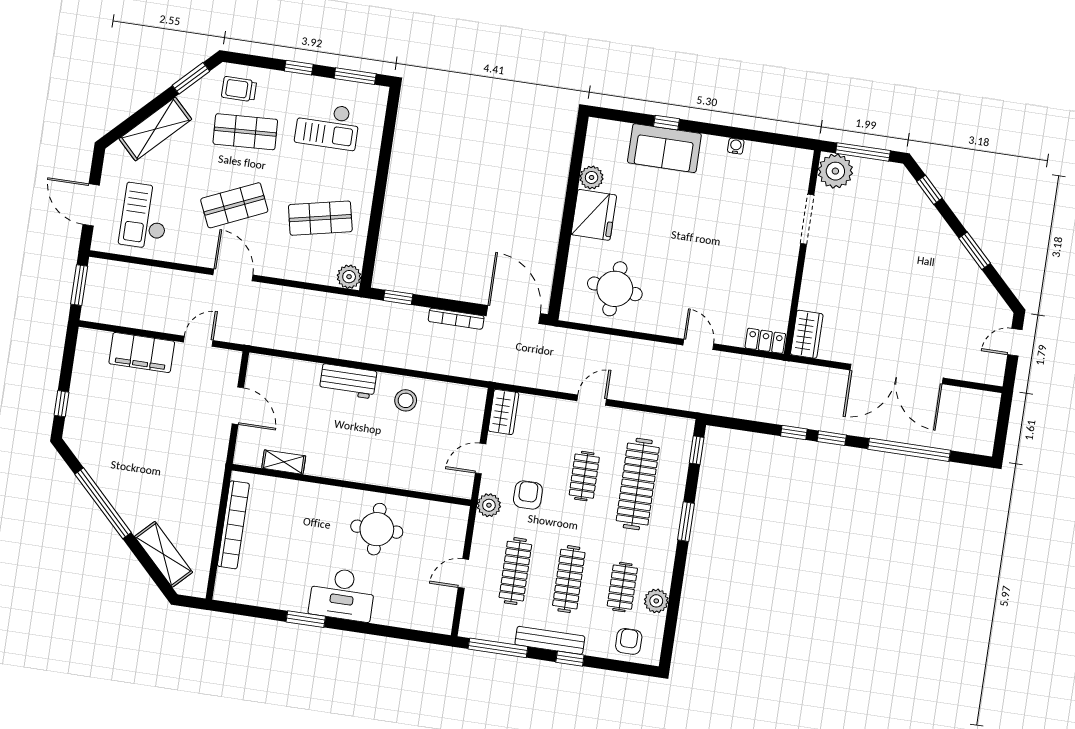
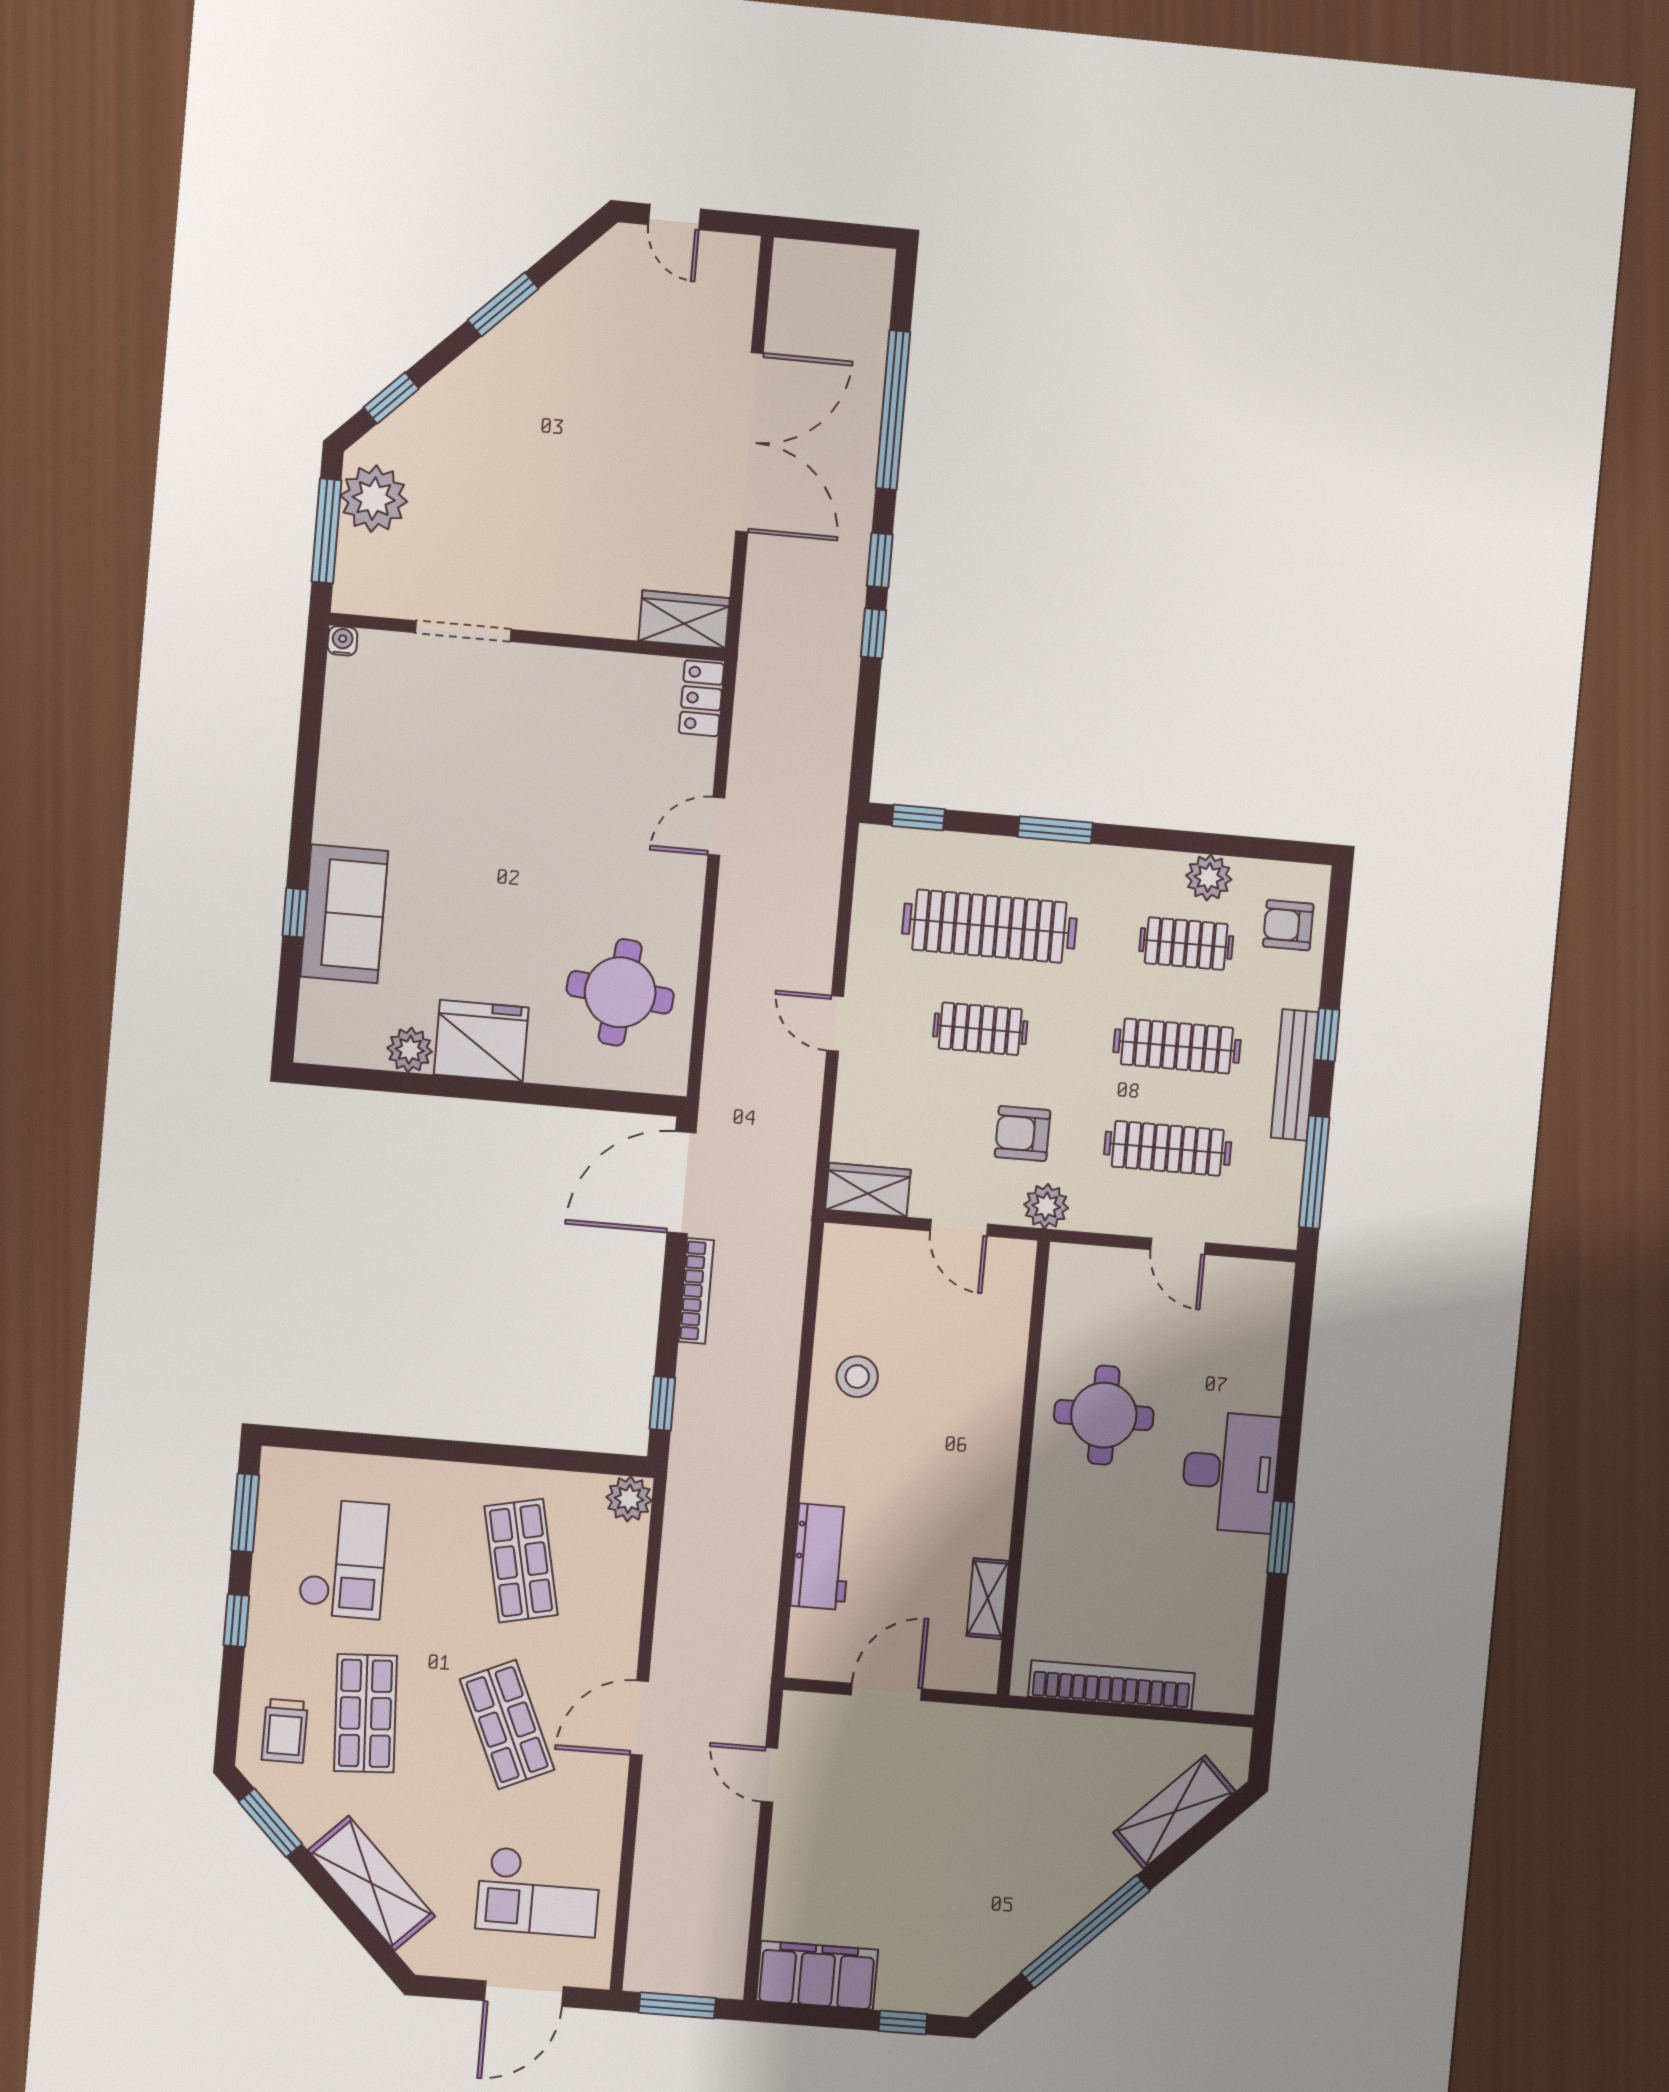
water cooler: (736, 146) -> (342, 641), moved, turned 90
plant: (835, 171) -> (374, 499), moved
filing cabinet: (142, 352) -> (817, 1975), moved, turned -90
workbench: (348, 381) -> (822, 1557), moved

